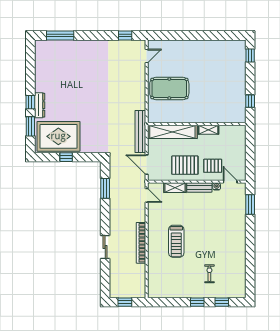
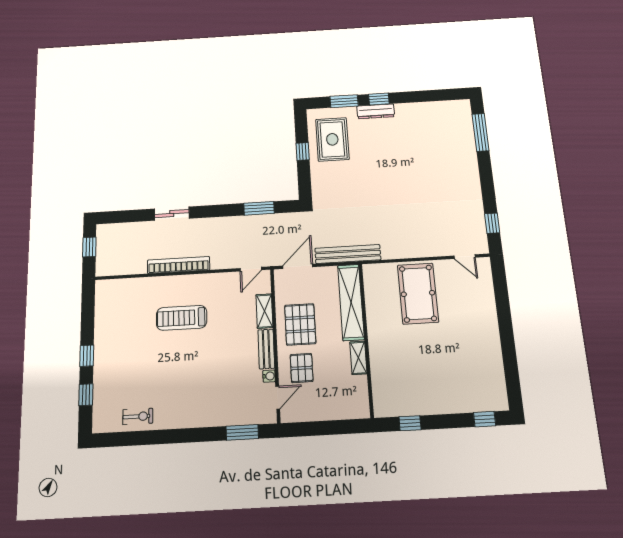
rug: (58, 136) -> (332, 139), width x0.73, depth x0.69
exercise bike: (209, 274) -> (138, 416), moved

